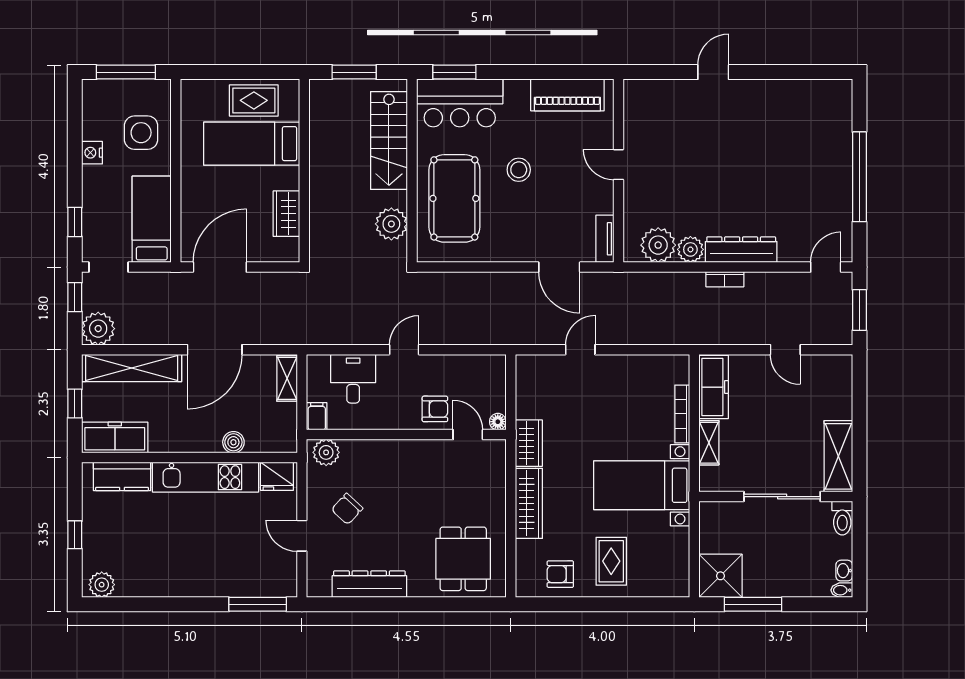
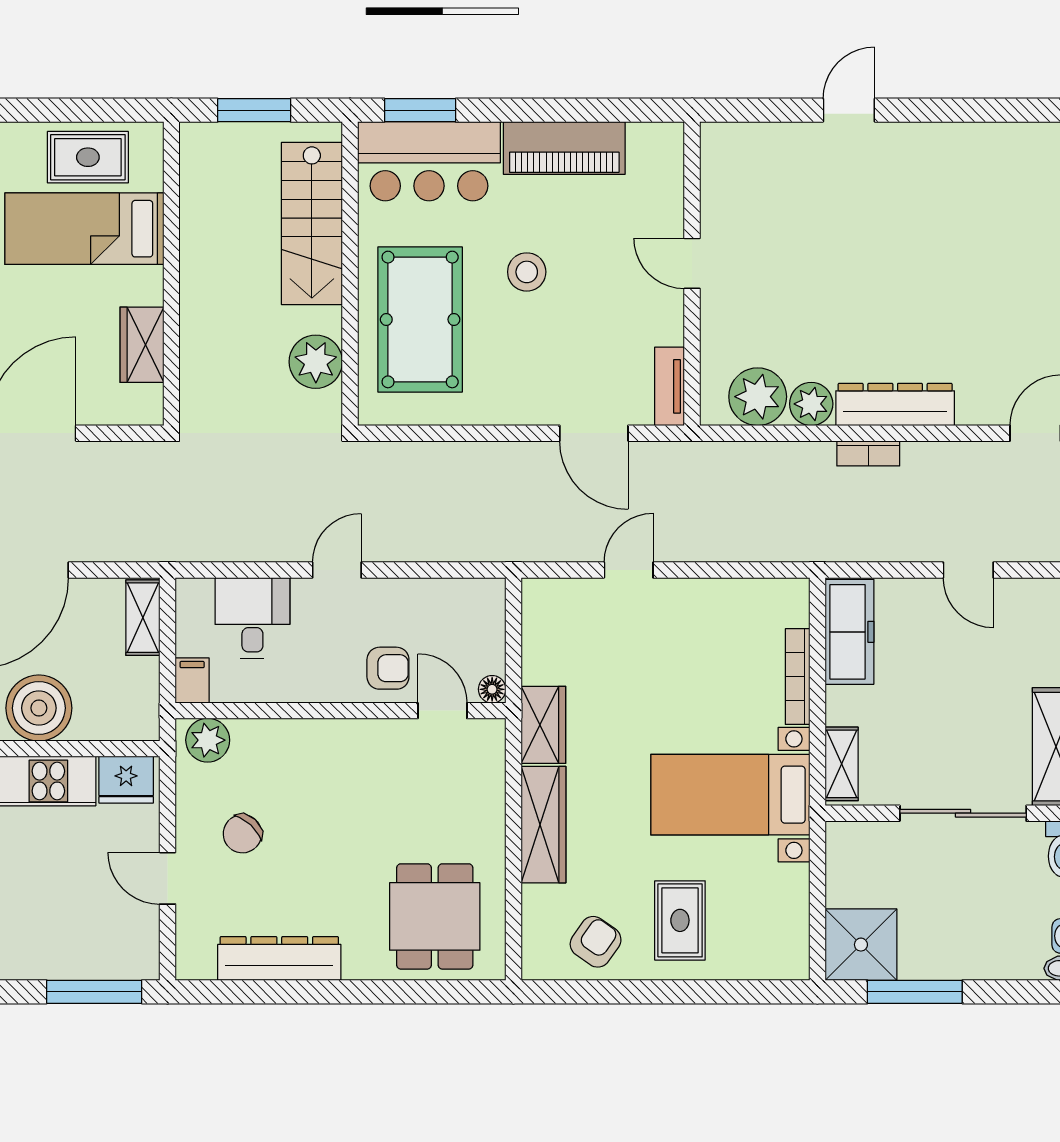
piano: (567, 95) -> (564, 148), moved
boiler: (233, 442) -> (39, 708), width x1.86, depth x1.86
shelving: (709, 443) -> (842, 764), moved
armchair: (560, 574) -> (596, 942), turned 125

